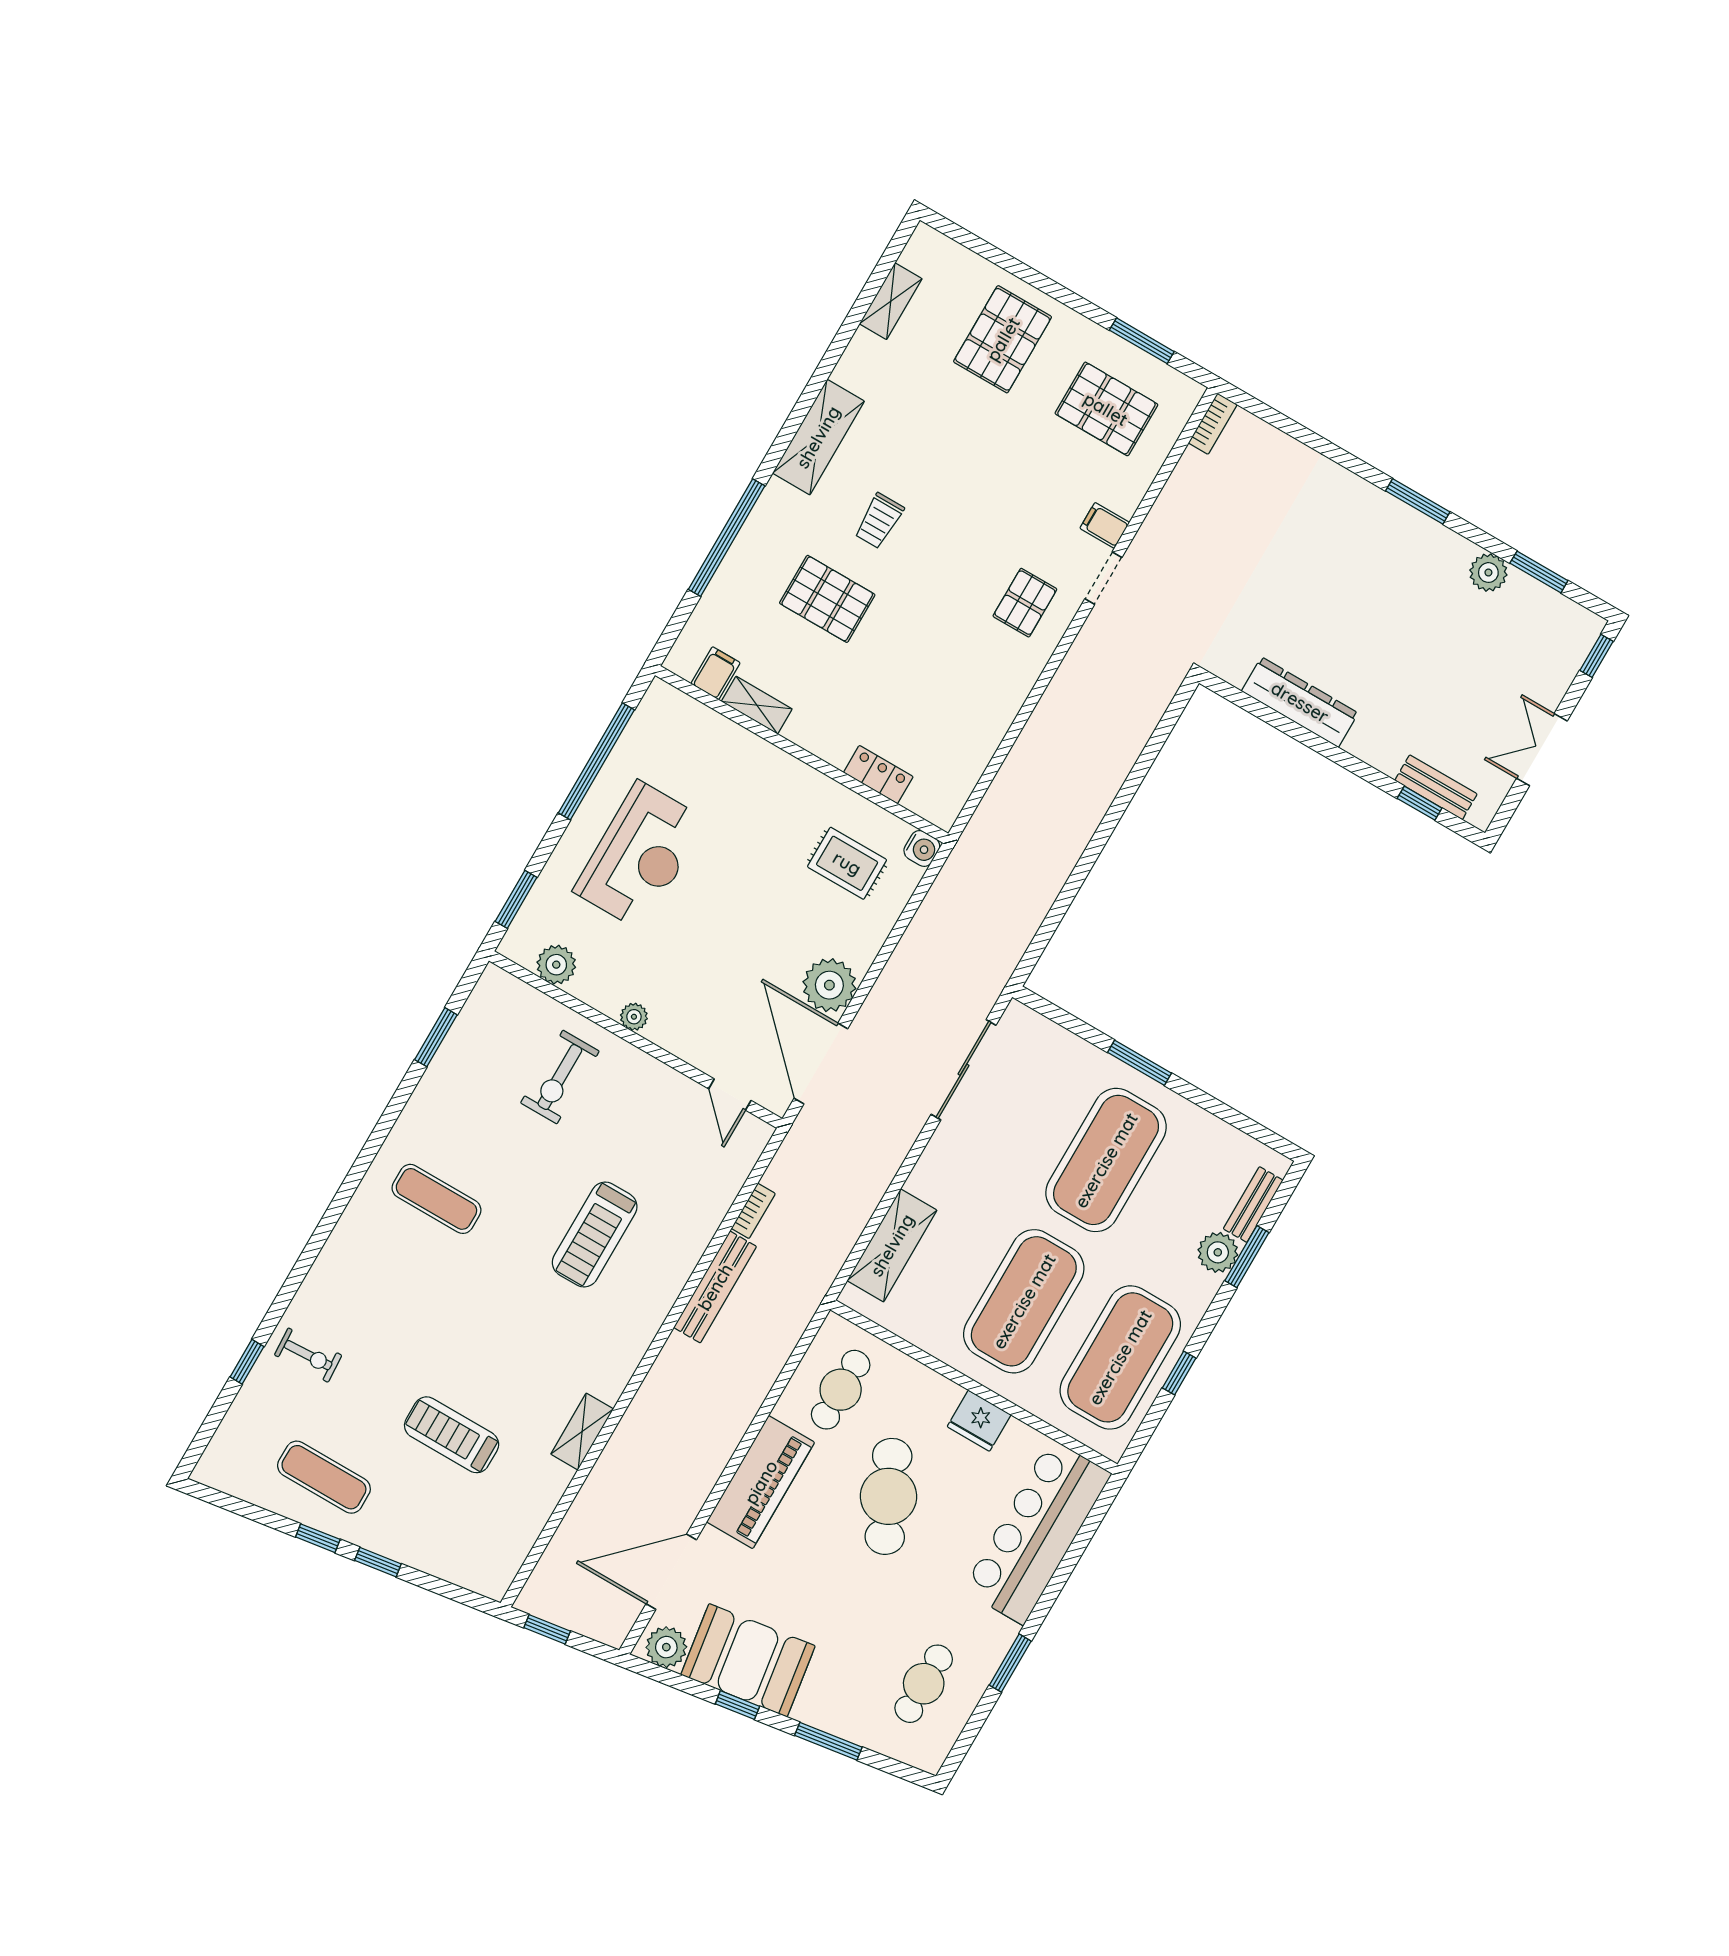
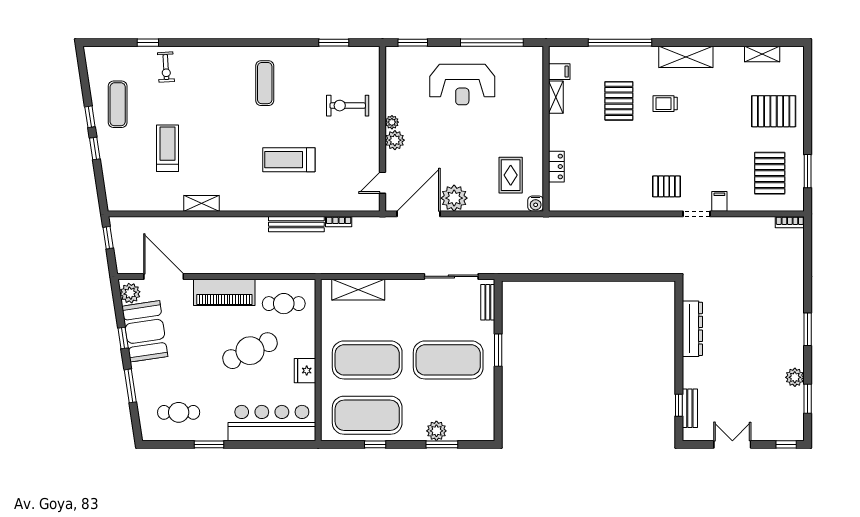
plant: (556, 965) -> (395, 140), moved
bench: (1253, 1204) -> (488, 302), moved, turned 90

